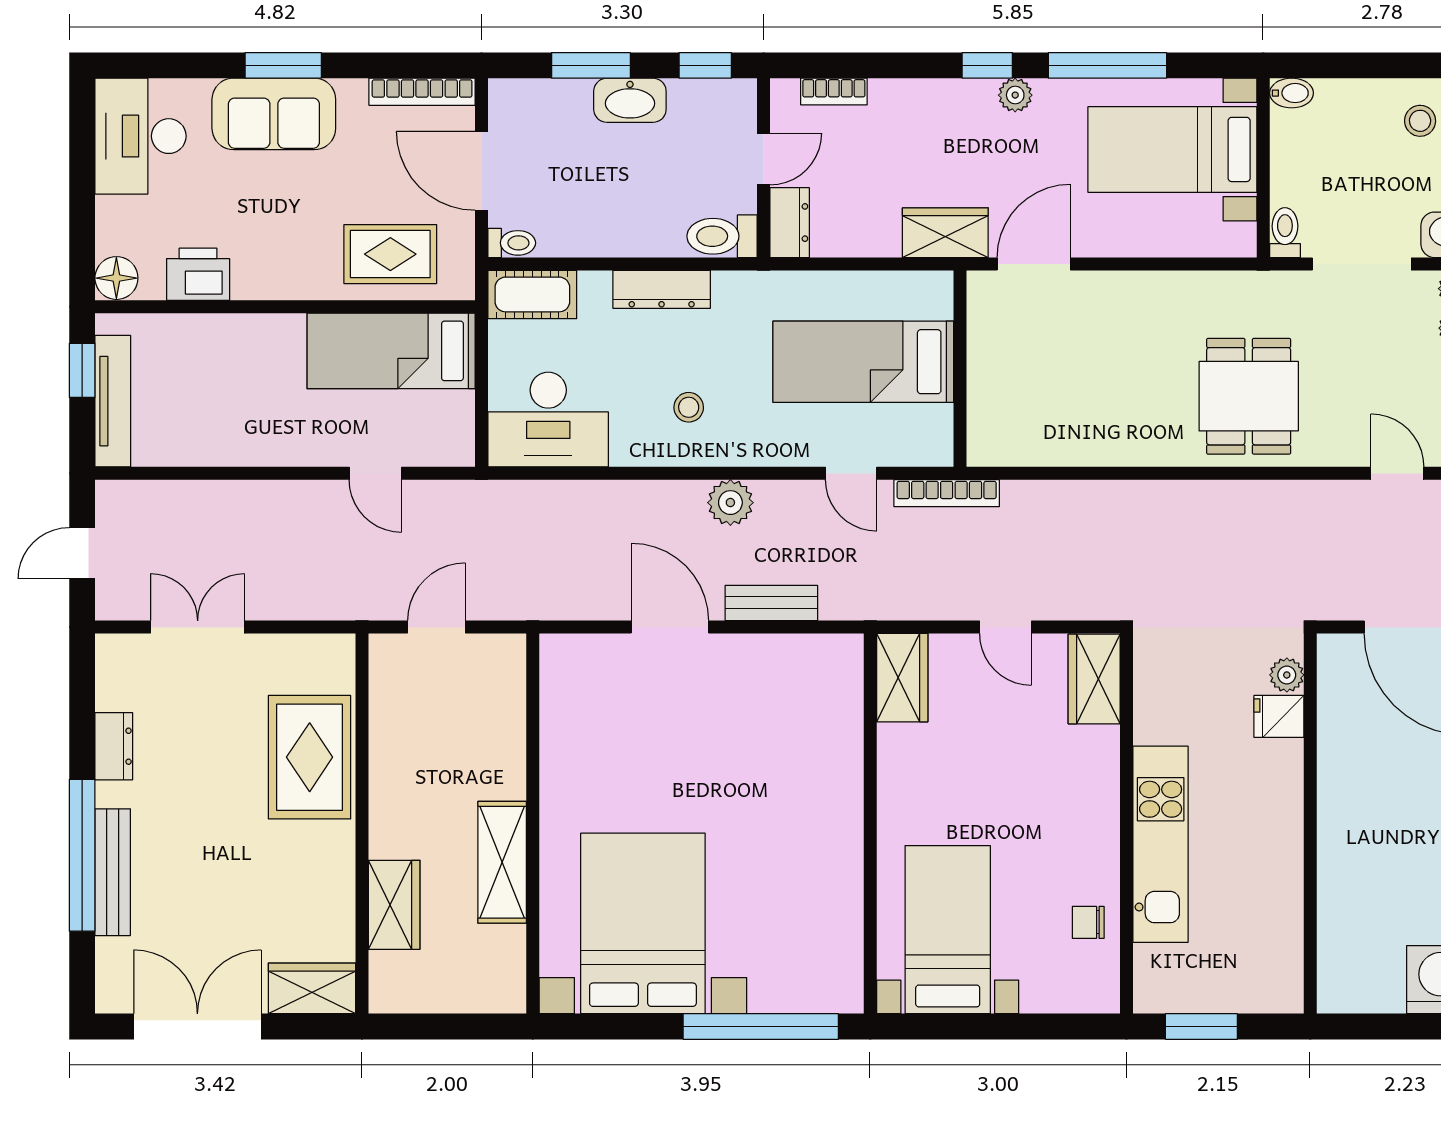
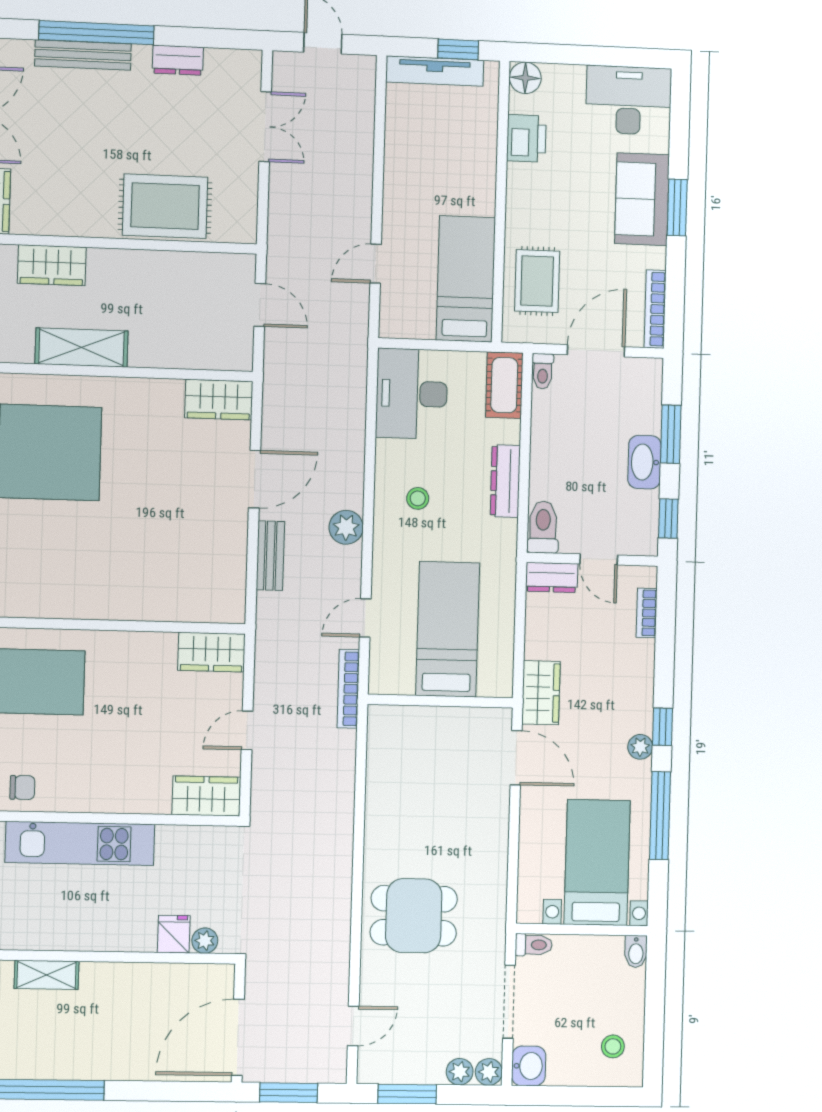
wardrobe: (565, 678) -> (219, 400), added
shelving: (1336, 883) -> (46, 975), added
chair: (1088, 922) -> (22, 788), turned 90

